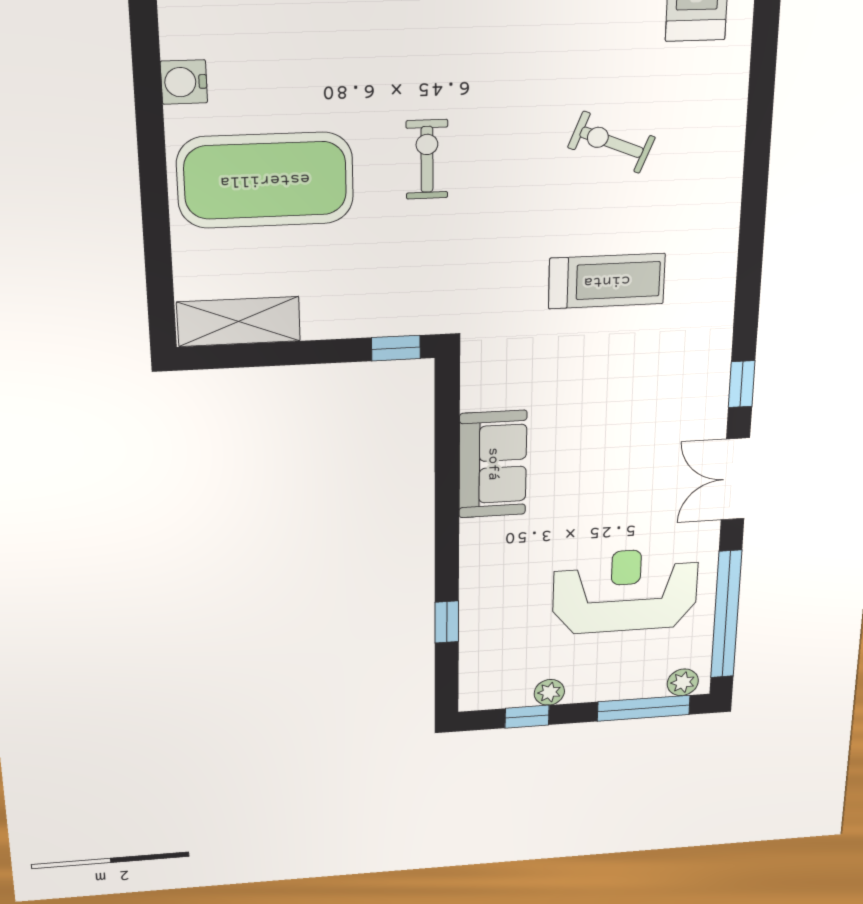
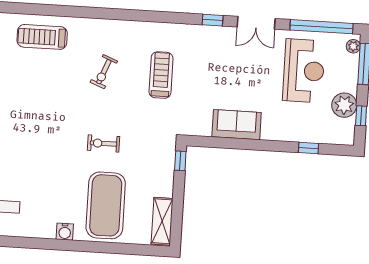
reception desk: (625, 591) -> (304, 71), turned 180
plant: (549, 692) -> (344, 105), width x1.88, depth x1.88

